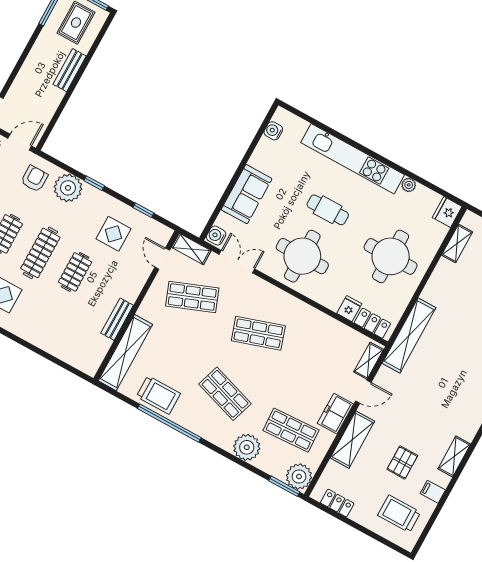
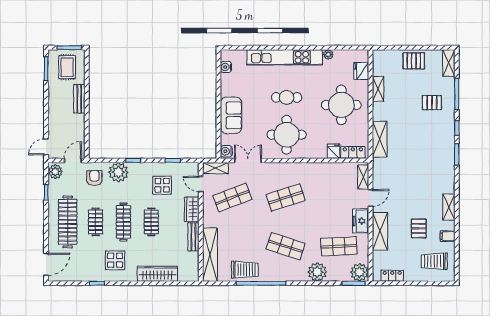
fridge: (447, 212) -> (361, 71), moved
shelving: (457, 243) -> (378, 89), moved
wardrobe: (134, 284) -> (192, 209), added
shelving: (409, 335) -> (380, 139), width x0.68
wardrobe: (47, 340) -> (157, 274), added

